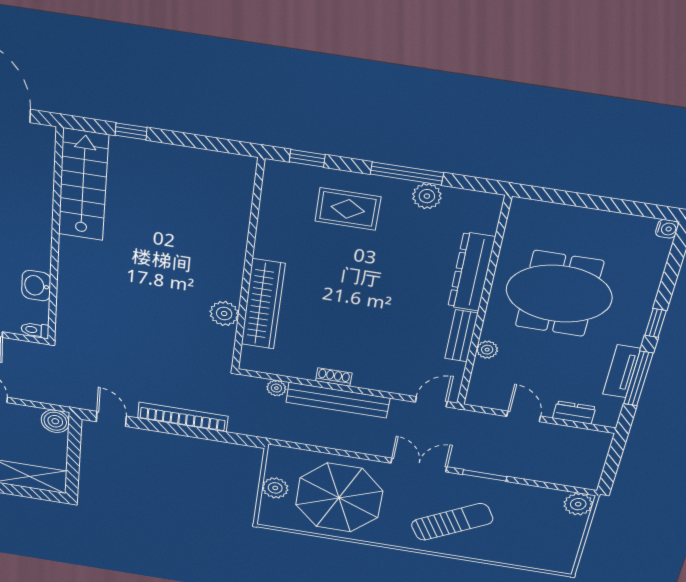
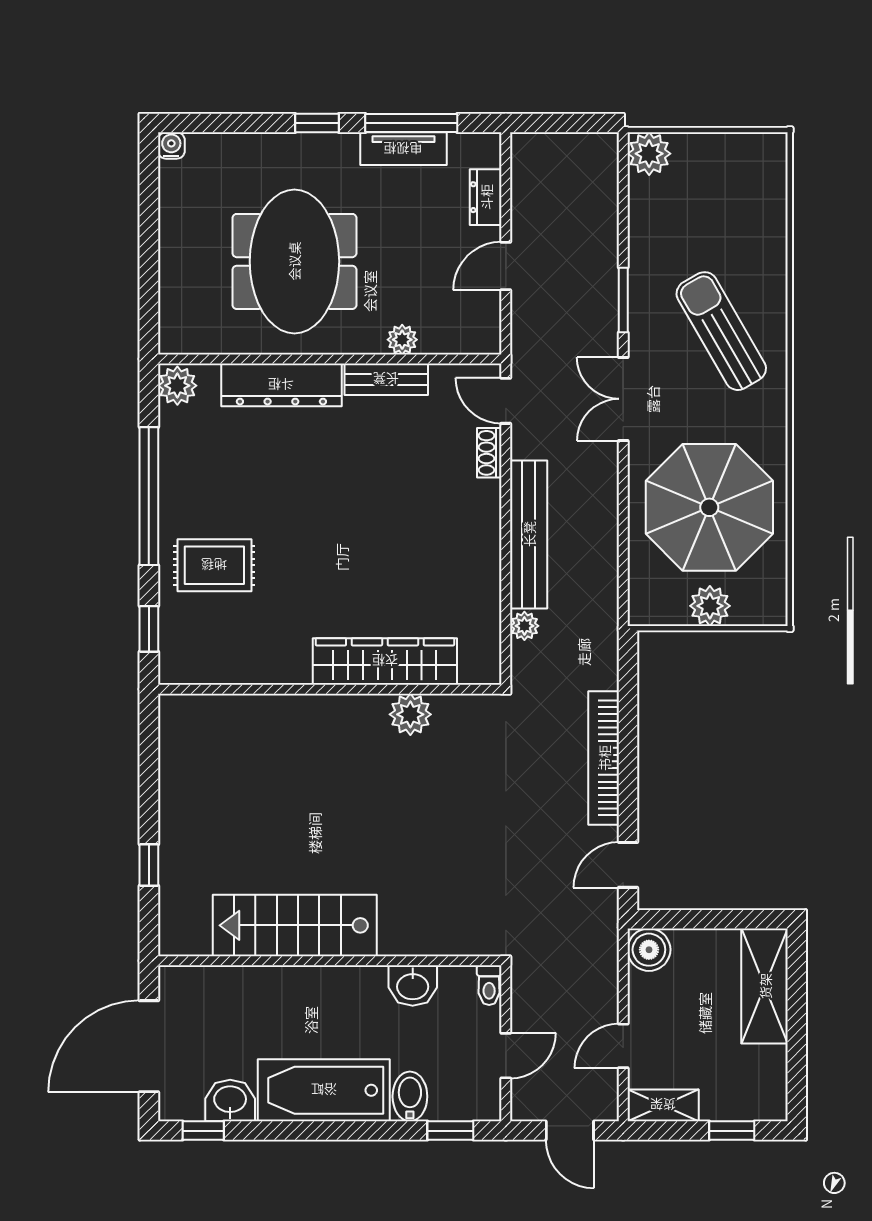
window: (407, 173) -> (149, 496), width x1.46
stairs: (83, 185) -> (295, 925), moved
plant: (427, 196) -> (177, 386), moved
rug: (348, 209) -> (214, 565), turned 90
shoe rack: (334, 377) -> (489, 453), moved

